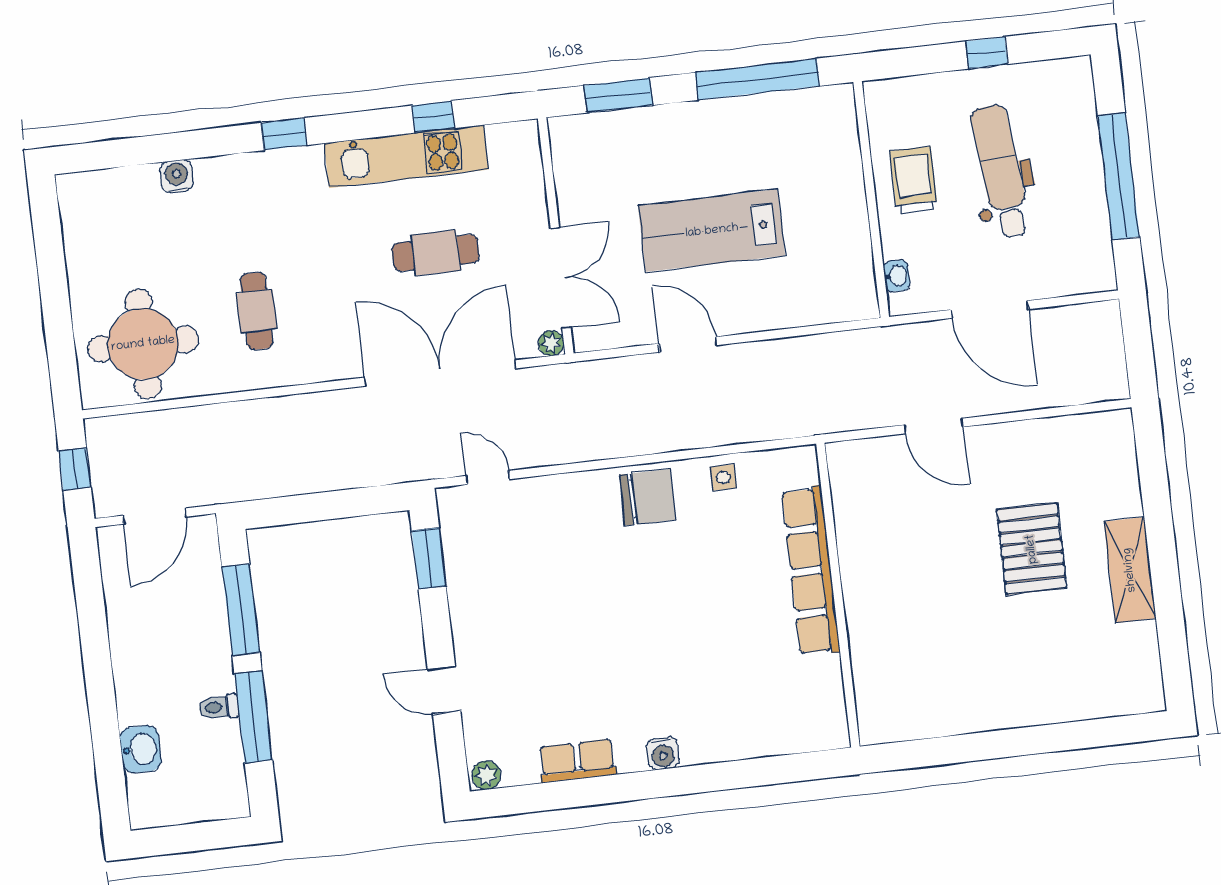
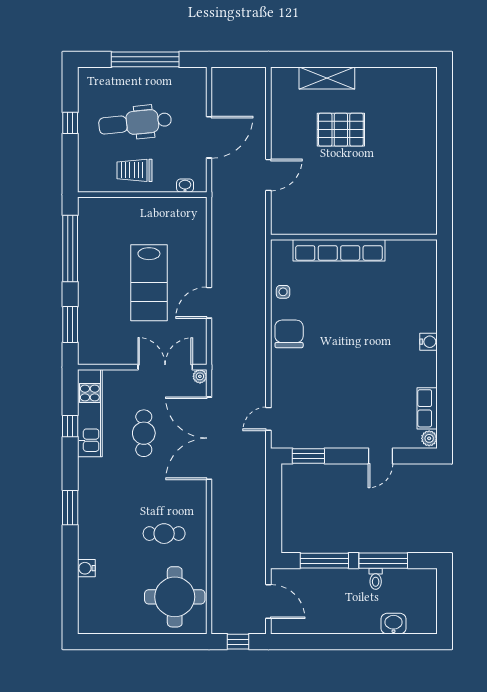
window: (284, 134) -> (70, 508), width x1.50
kitchen unit: (406, 156) -> (90, 413), moved
shelving: (1130, 570) -> (327, 78), moved
row of seats: (577, 761) -> (427, 408), moved

